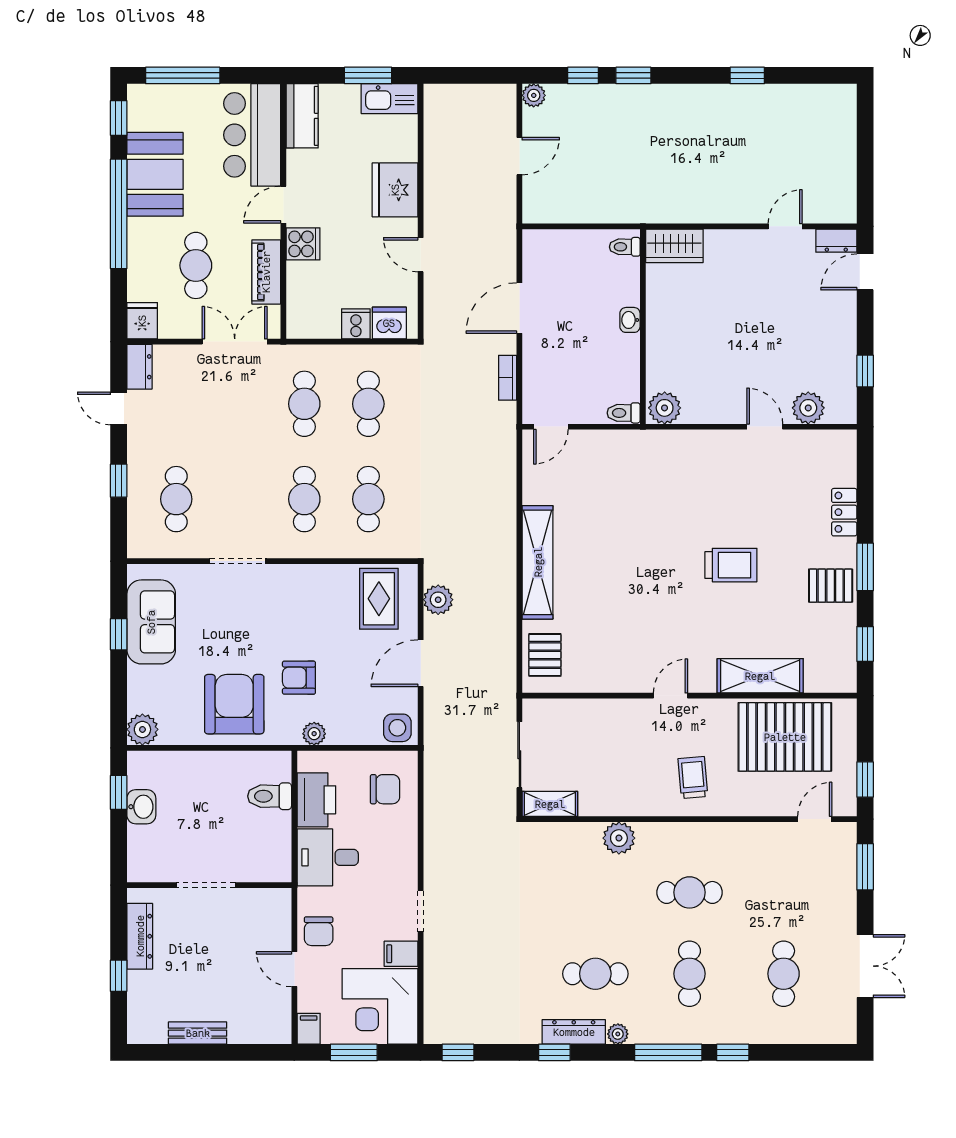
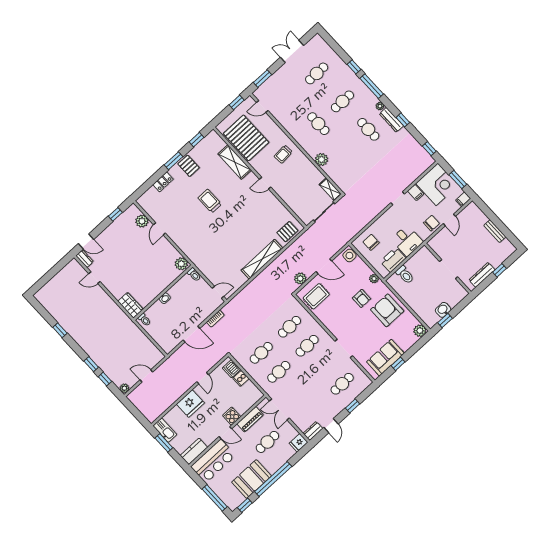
armchair: (234, 704) -> (387, 310), turned 90

